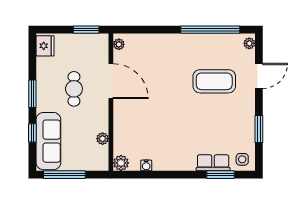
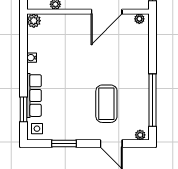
row of seats: (213, 163) -> (34, 96), width x1.48
water cooler: (146, 165) -> (32, 58), moved

